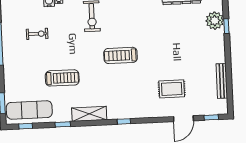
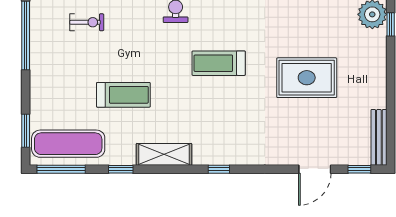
bench: (222, 81) -> (379, 137), moved
rug: (172, 89) -> (307, 78), moved, width x1.36, depth x1.43
window: (26, 126) -> (61, 169), width x2.17

